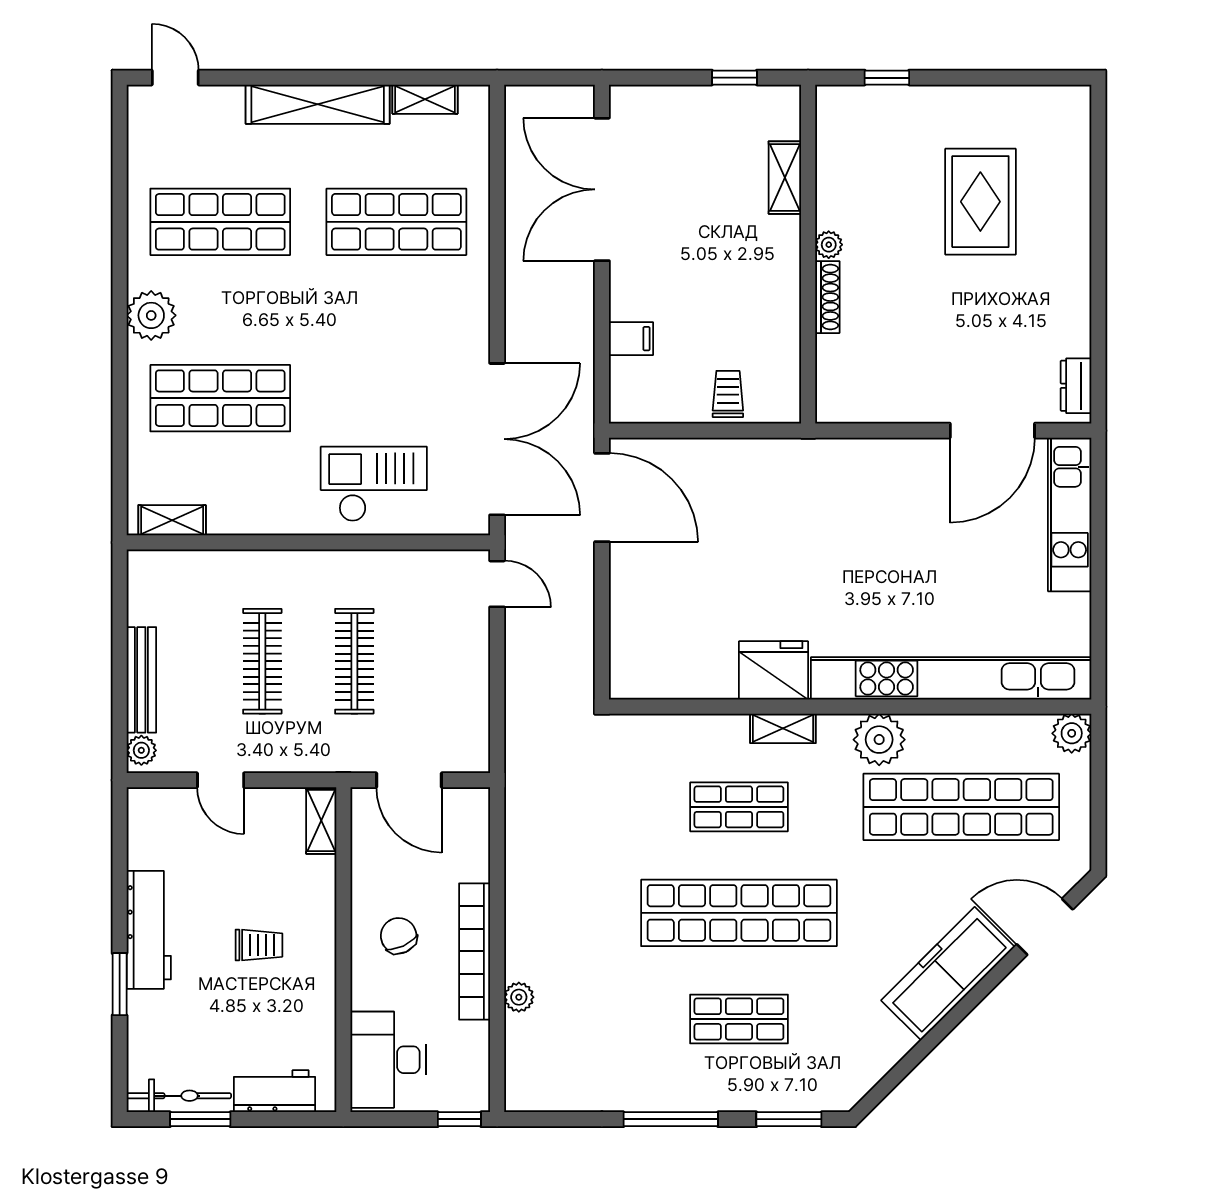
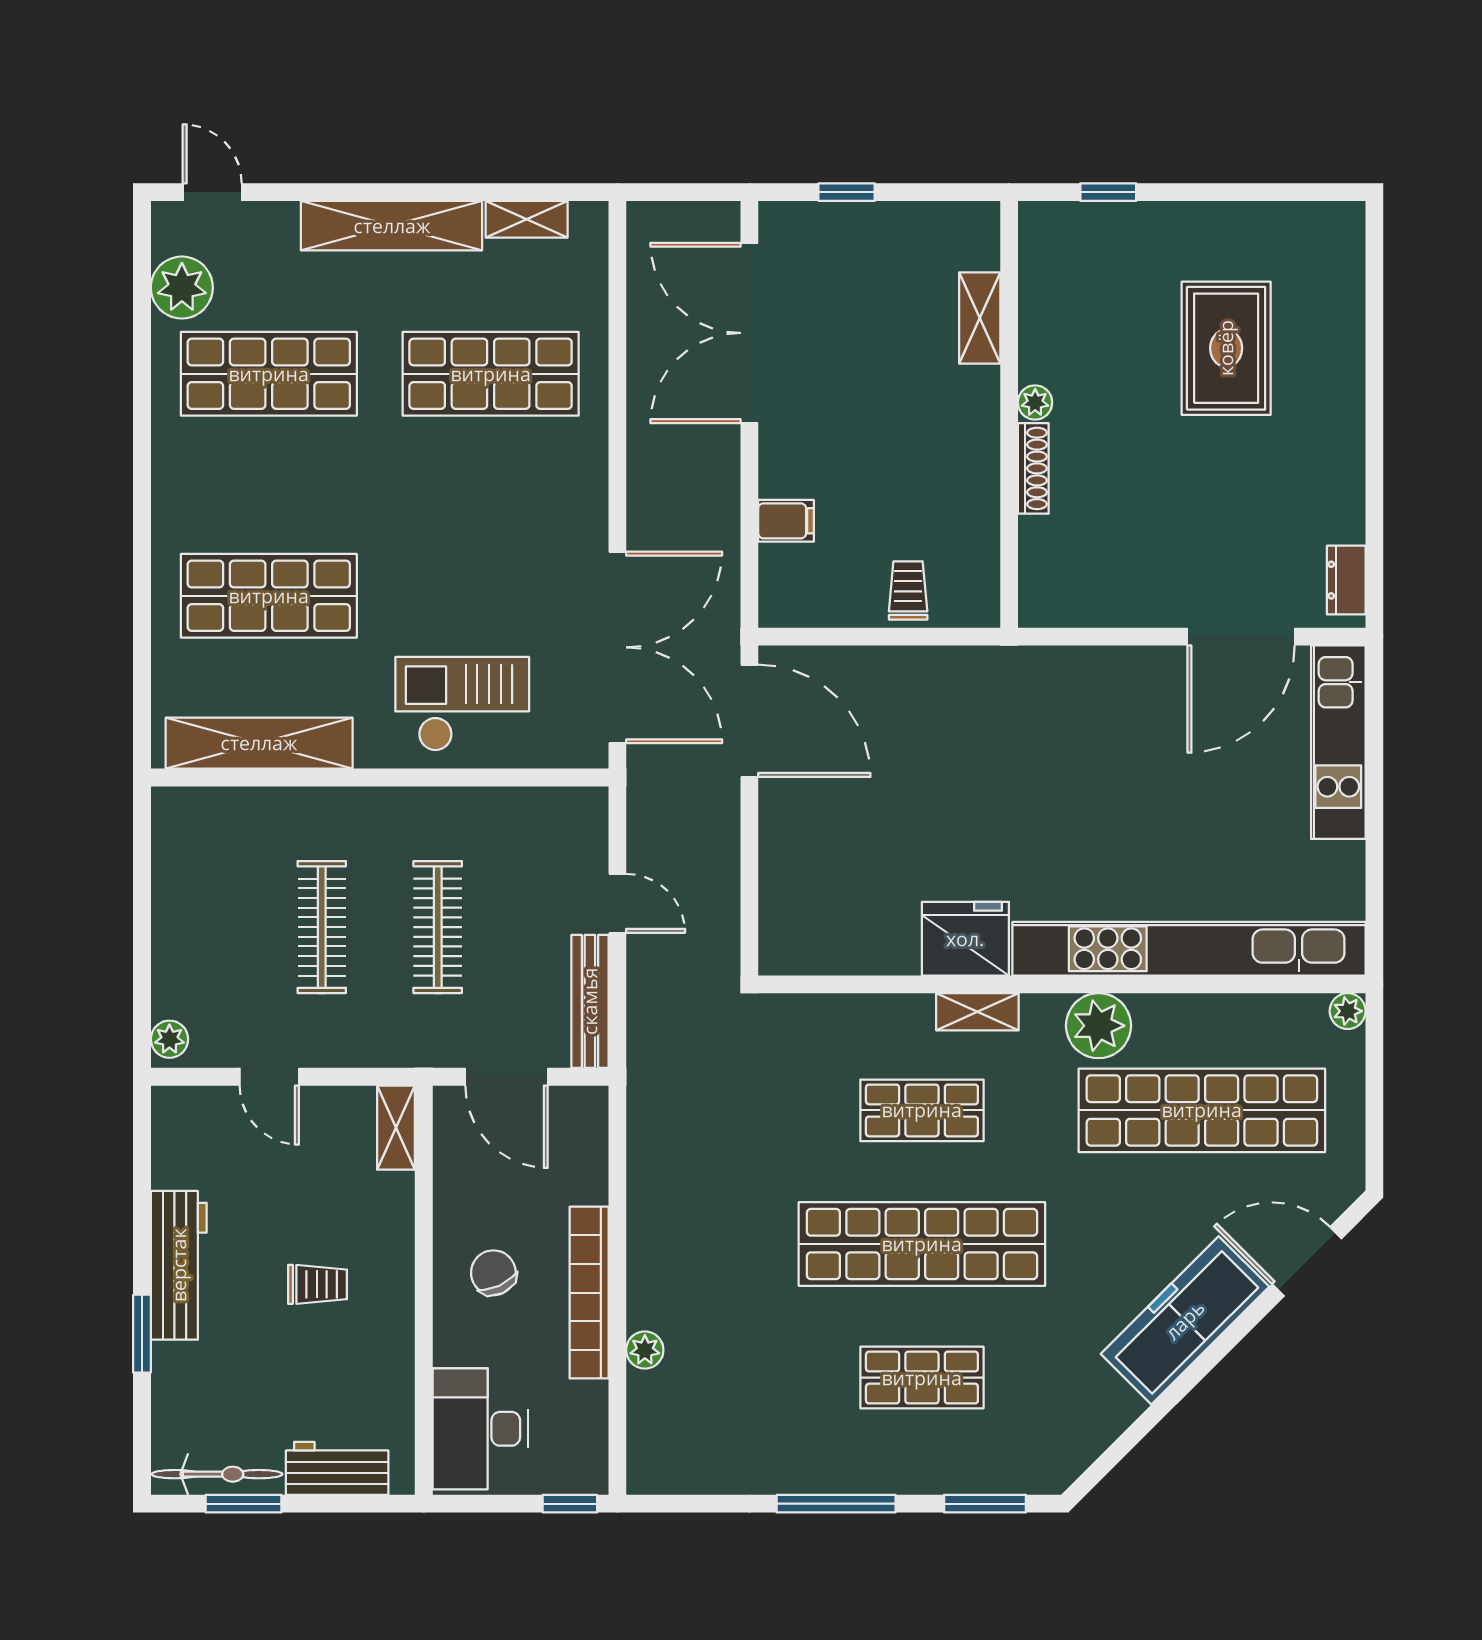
window: (734, 78) -> (847, 192), moved
plant: (151, 315) -> (182, 288), moved
shelving: (172, 520) -> (259, 743), width x2.20, depth x1.33
door: (497, 584) -> (617, 903), moved
bench: (141, 680) -> (590, 1001), moved
plant: (1072, 733) -> (1348, 1011), width x0.73, depth x0.73

